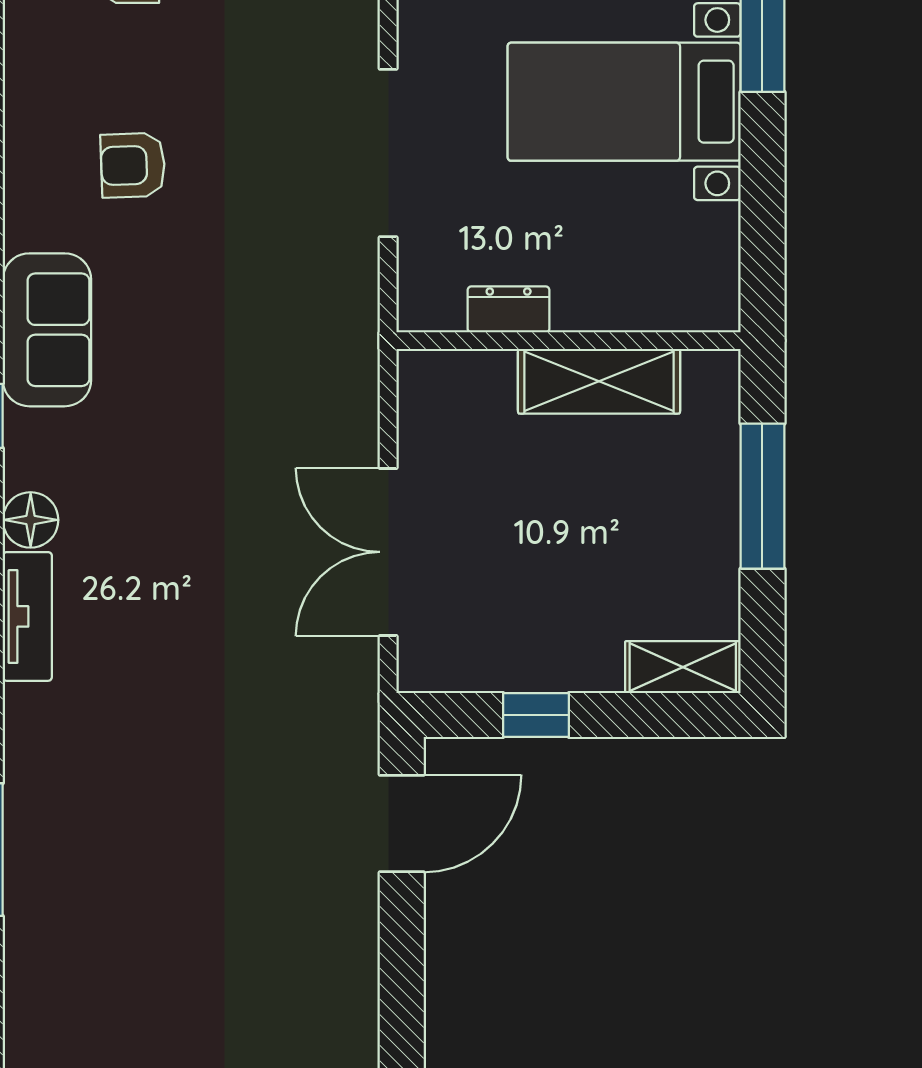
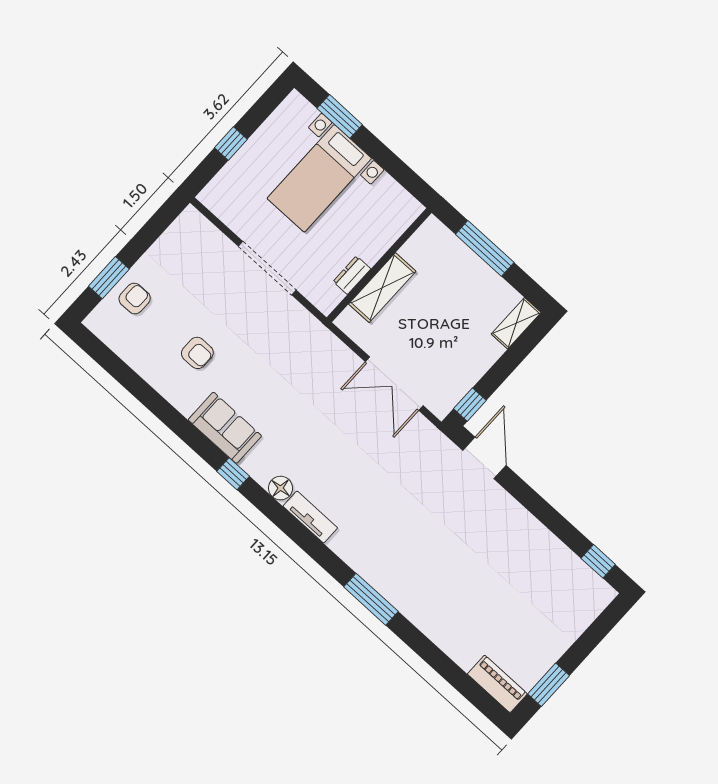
armchair: (133, 165) -> (197, 353), turned -88
shelving: (599, 381) -> (382, 288), moved
window: (536, 715) -> (470, 405), moved

